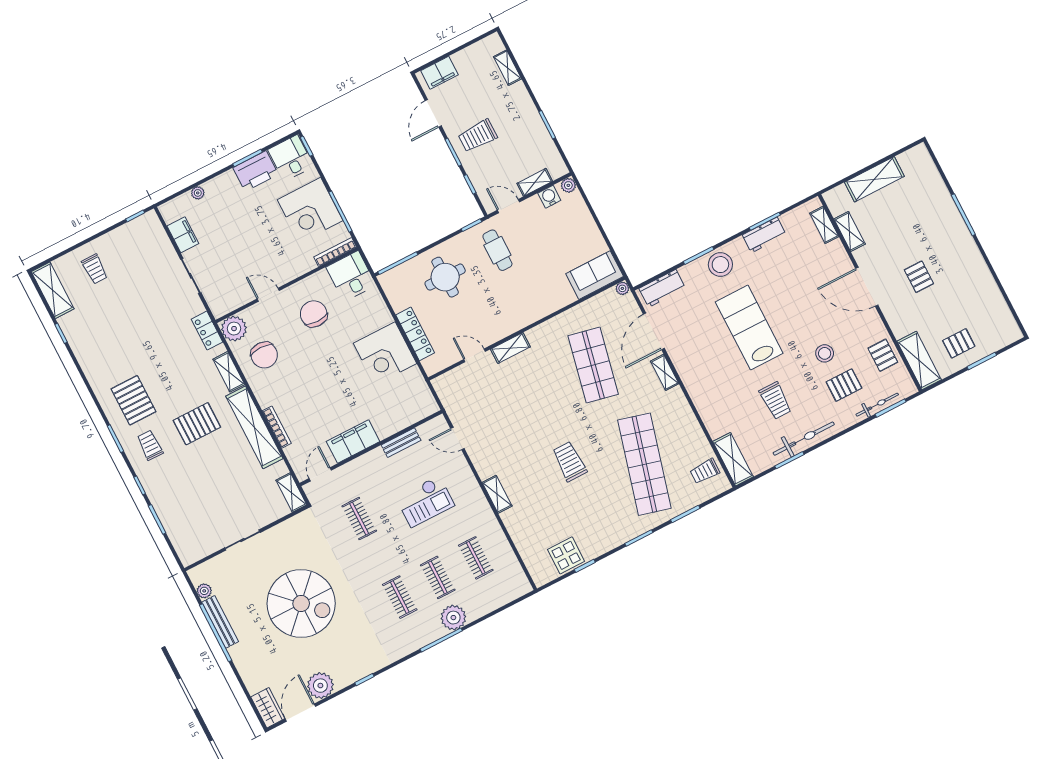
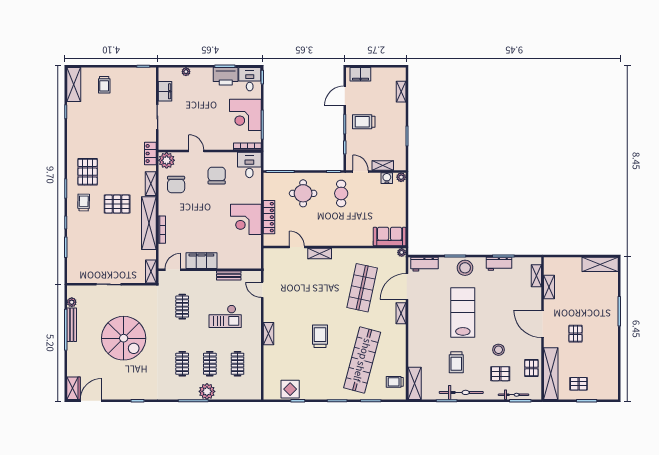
shelving: (874, 179) -> (600, 264), moved
shelving: (919, 361) -> (551, 374), width x1.47
plant: (320, 686) -> (110, 391), removed

